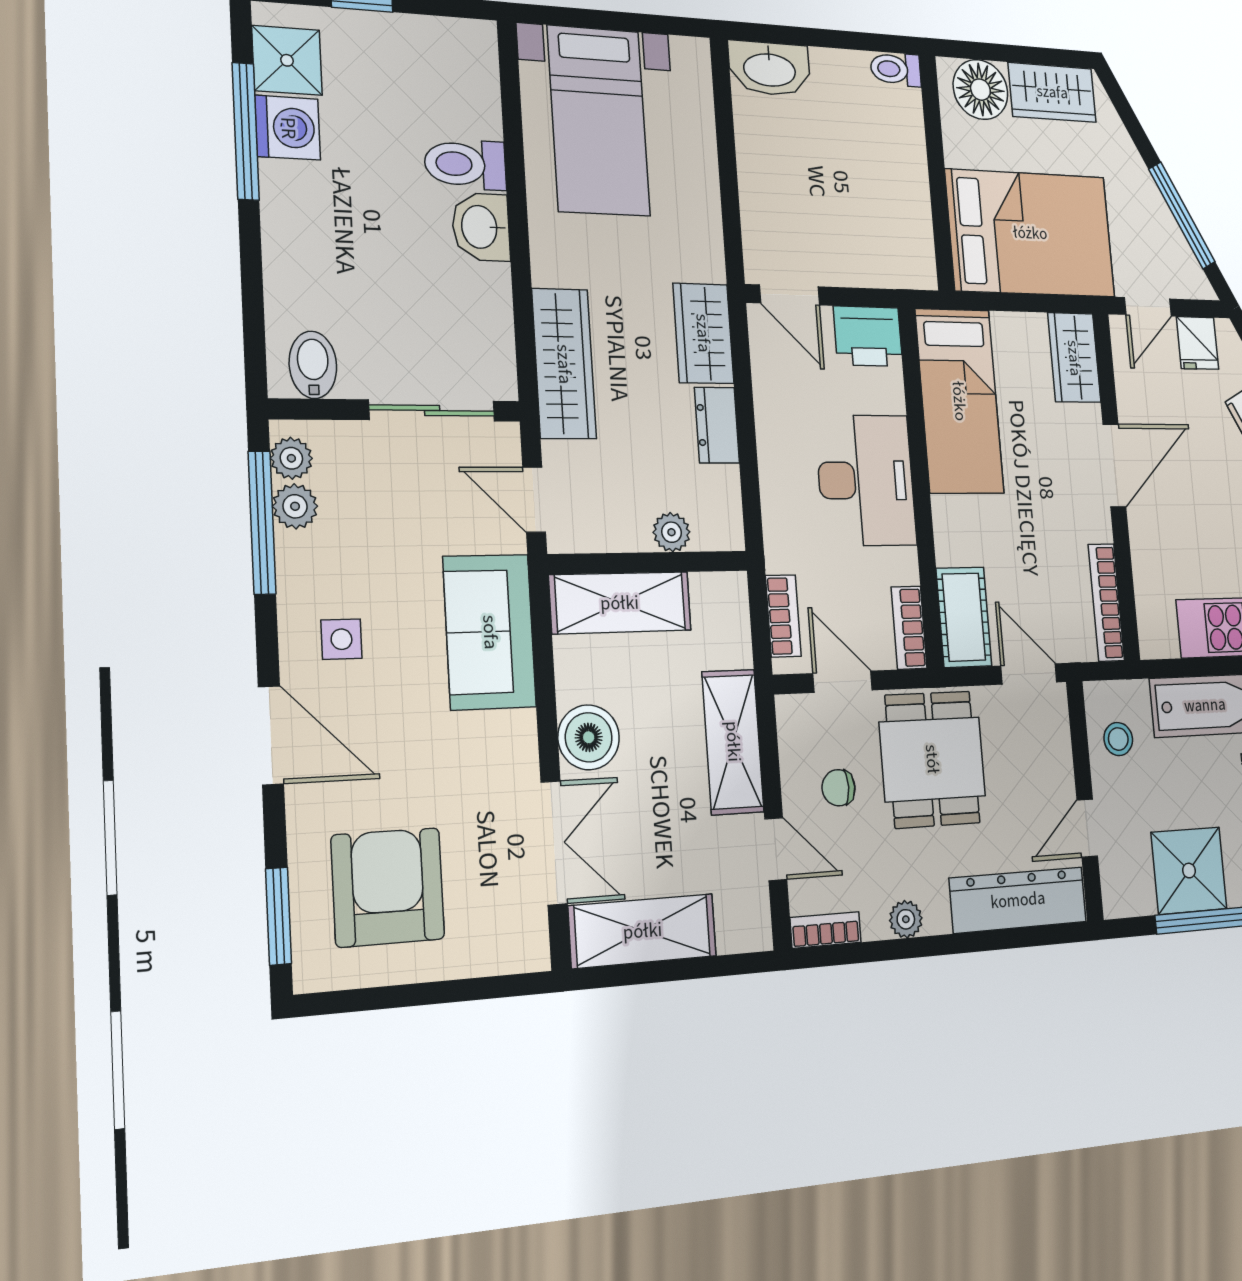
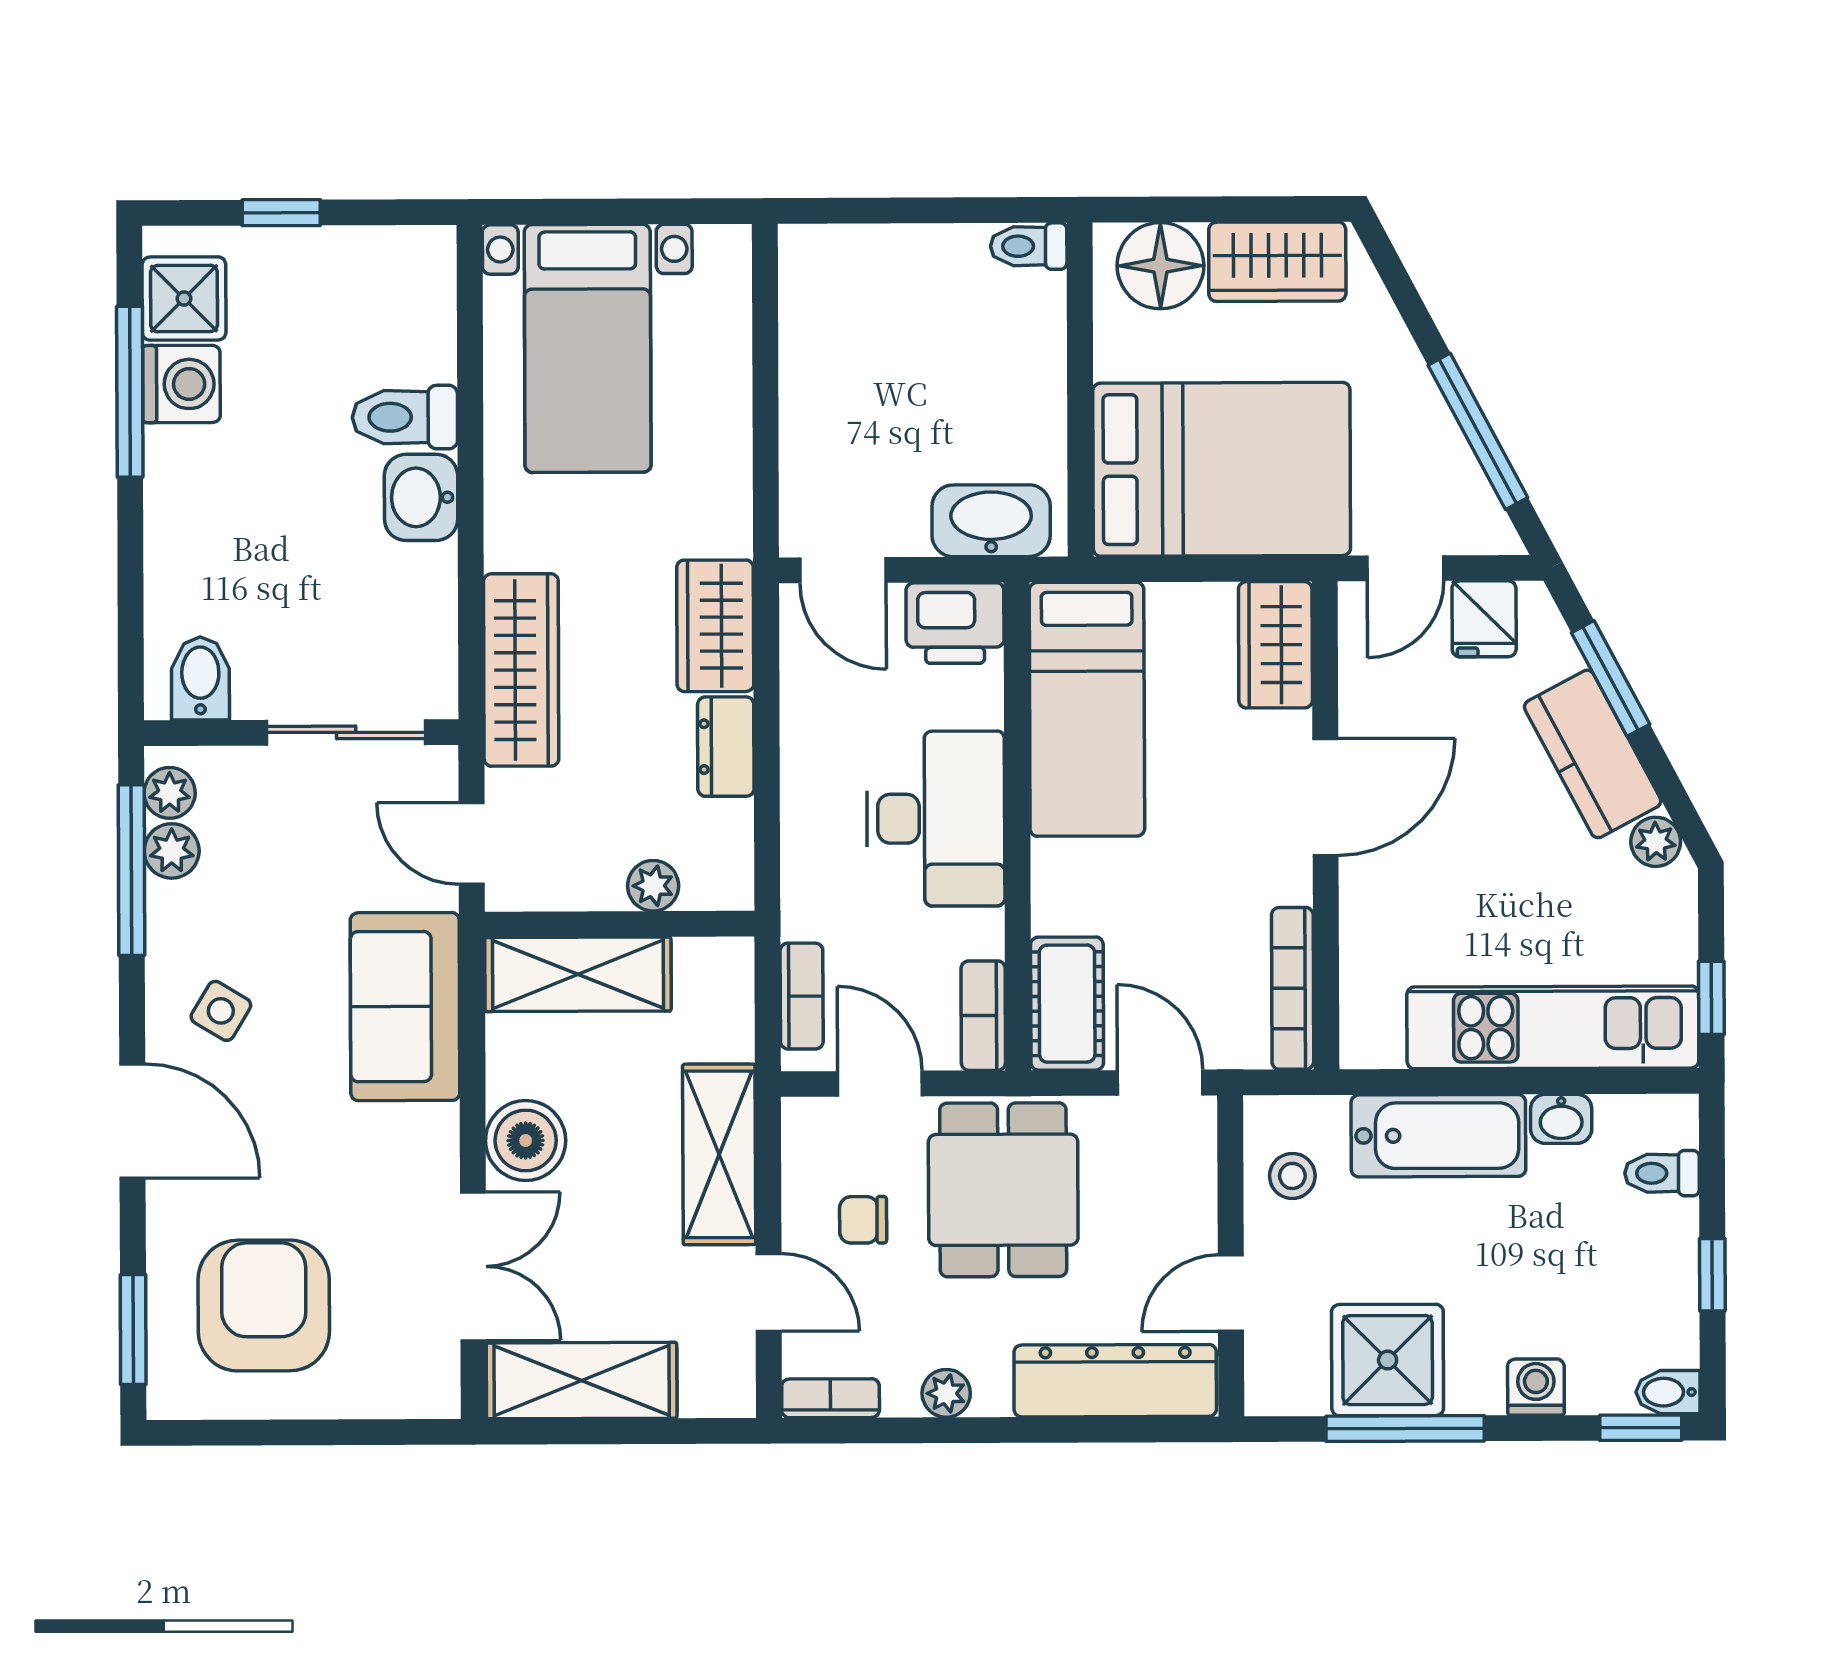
washbasin: (769, 68) -> (991, 521), moved, turned 180
side table: (341, 639) -> (221, 1011), turned 31

